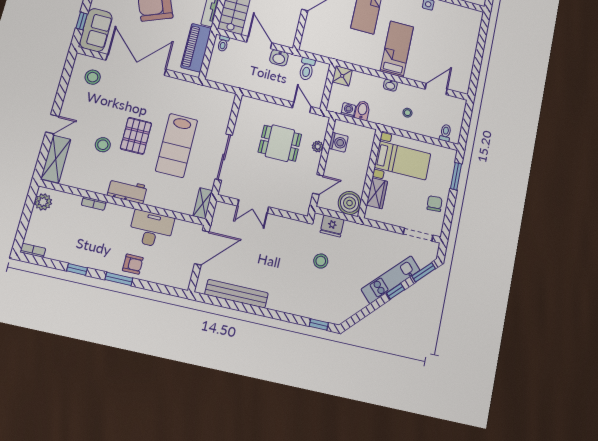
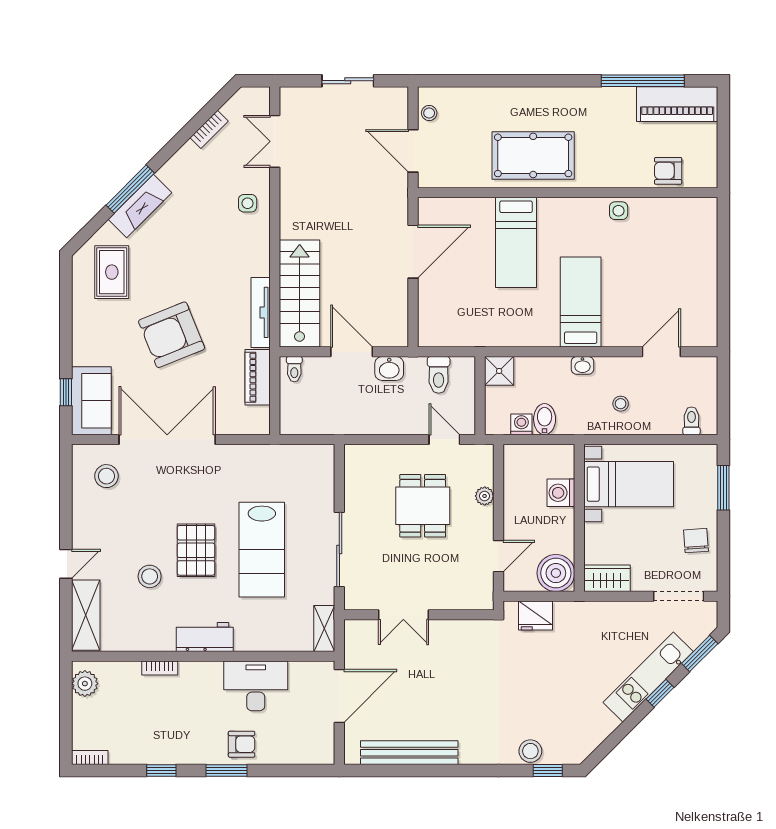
piano: (196, 48) -> (258, 377), width x0.73, depth x0.75
washing machine: (339, 142) -> (561, 493), moved, turned 180
dining table: (280, 143) -> (423, 506), turned 90
wardrobe: (377, 193) -> (607, 578), moved, turned -90
stool: (321, 261) -> (530, 751), moved

